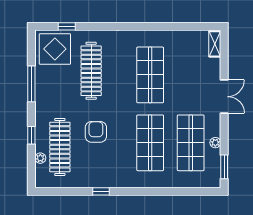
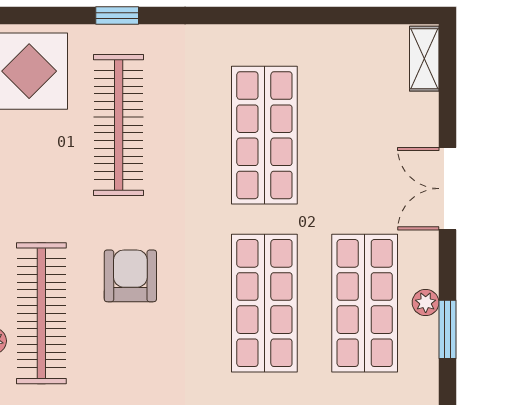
window: (67, 26) -> (117, 16), moved
double door: (224, 97) -> (447, 189), swing flipped
window: (224, 167) -> (447, 329), moved

